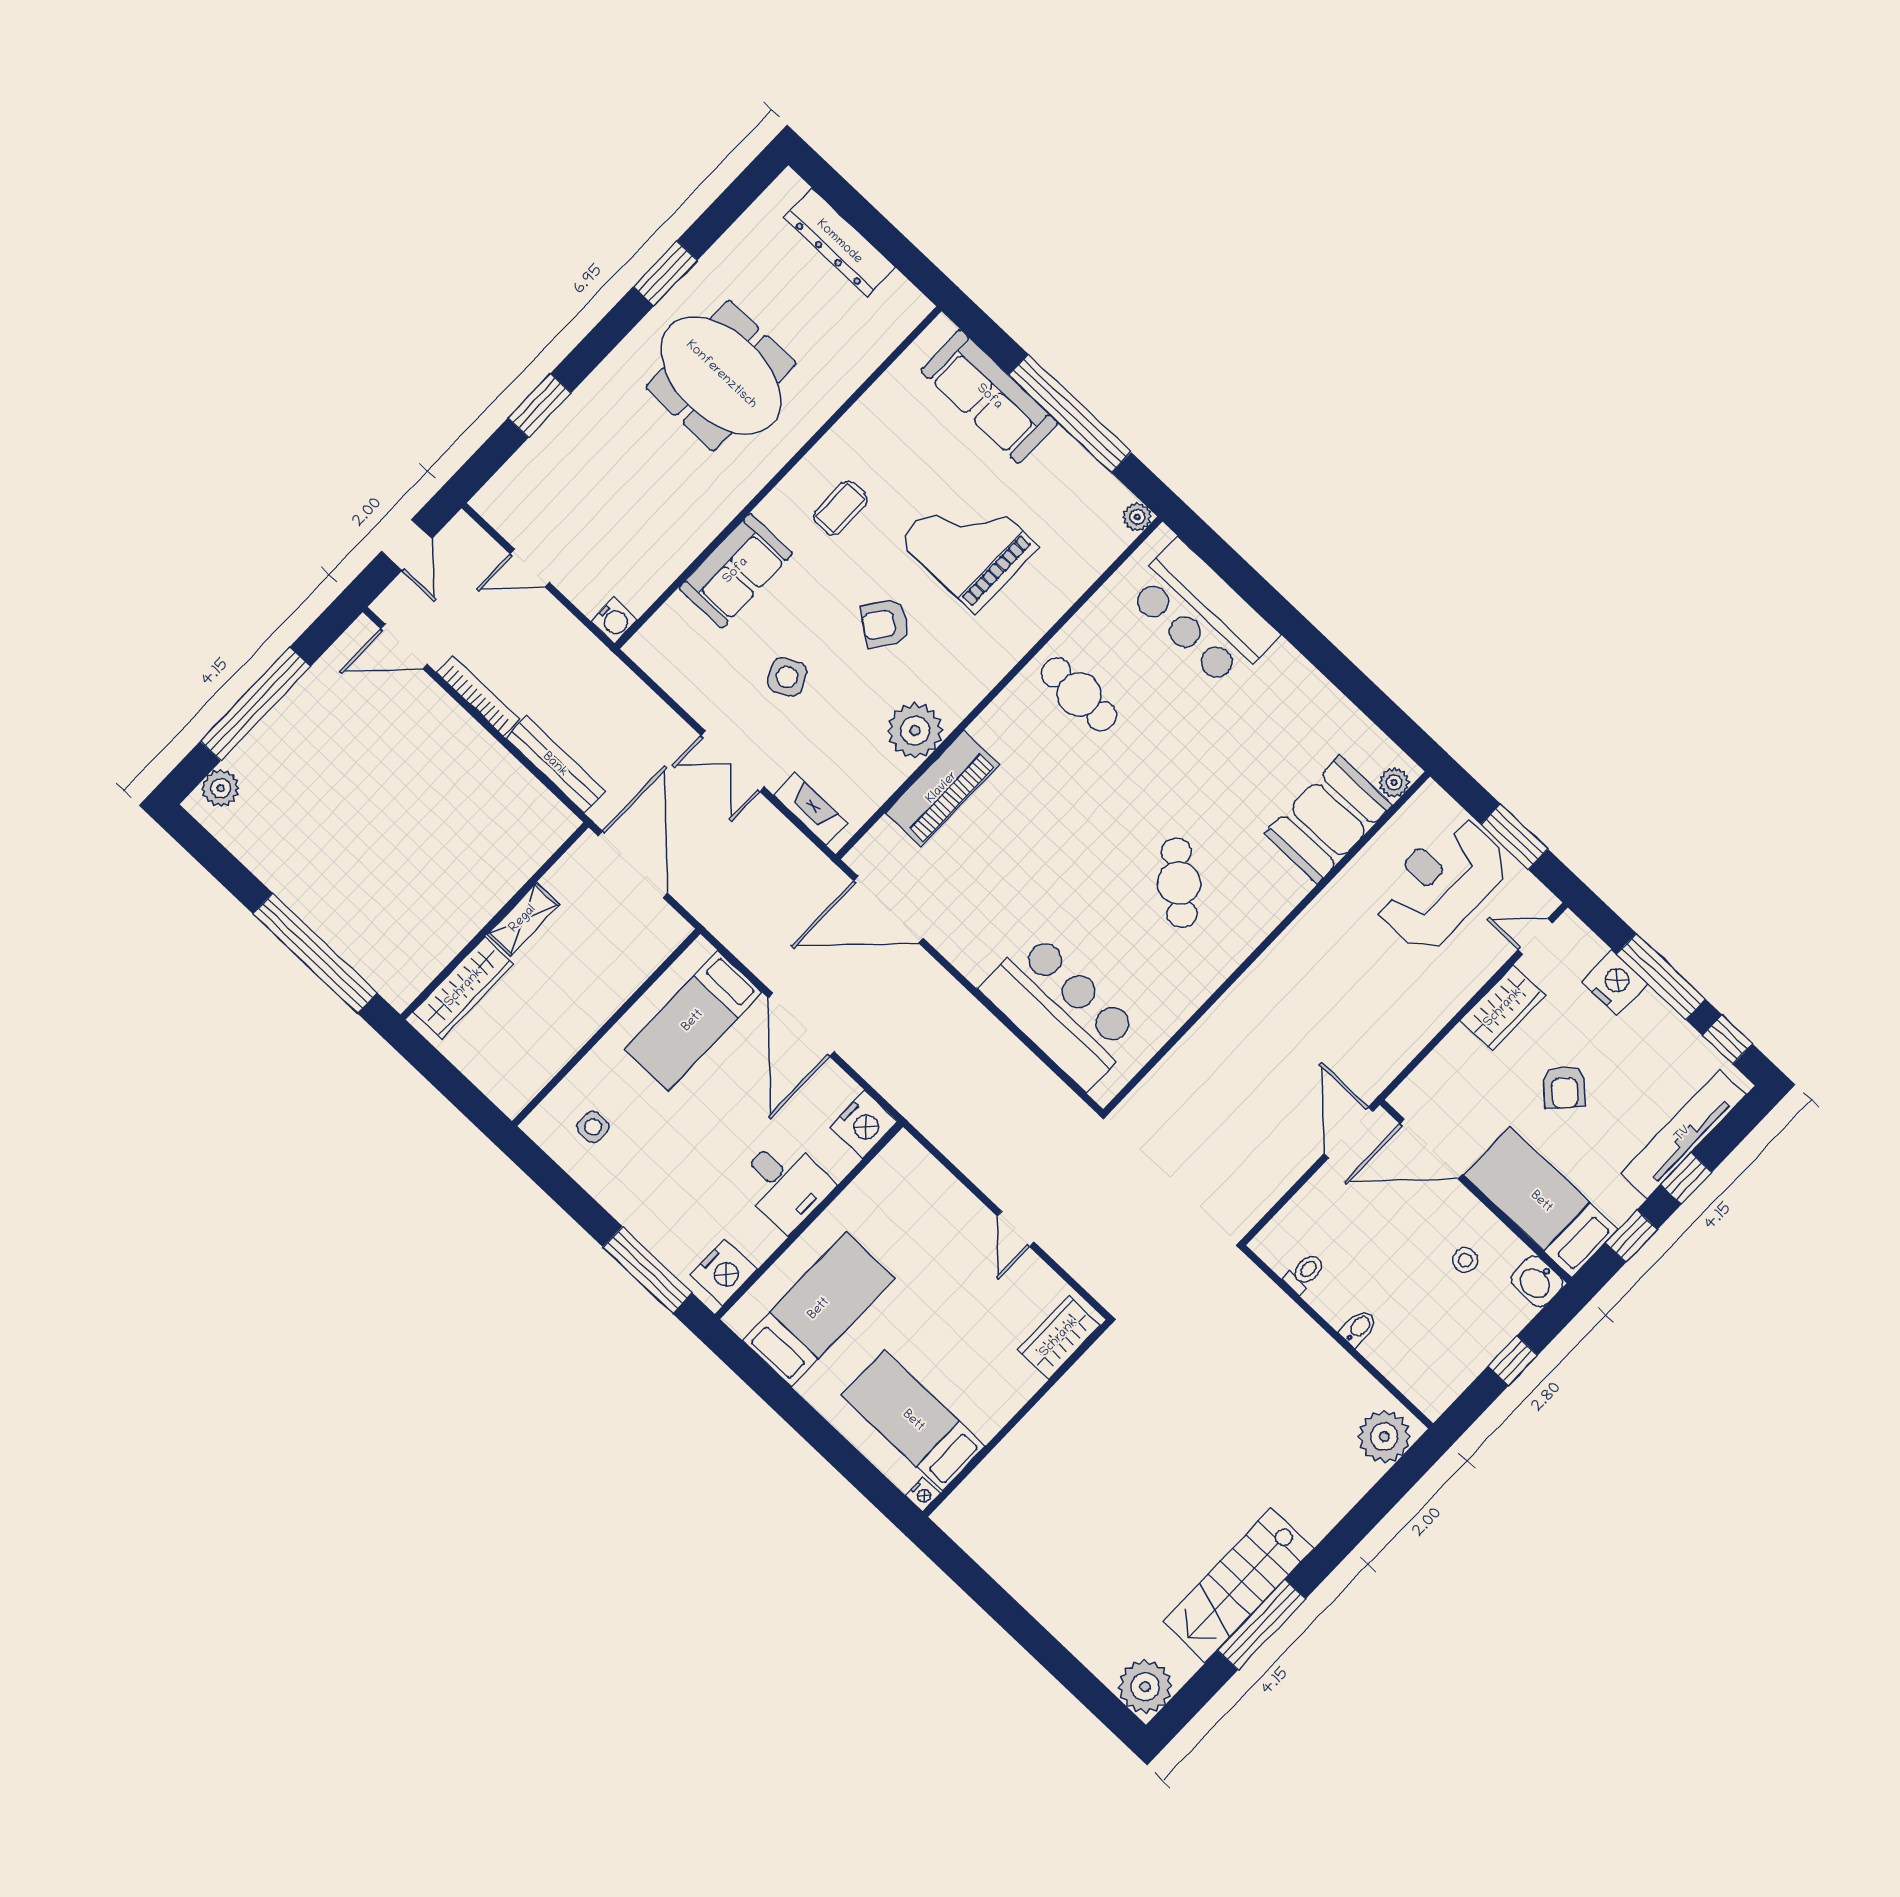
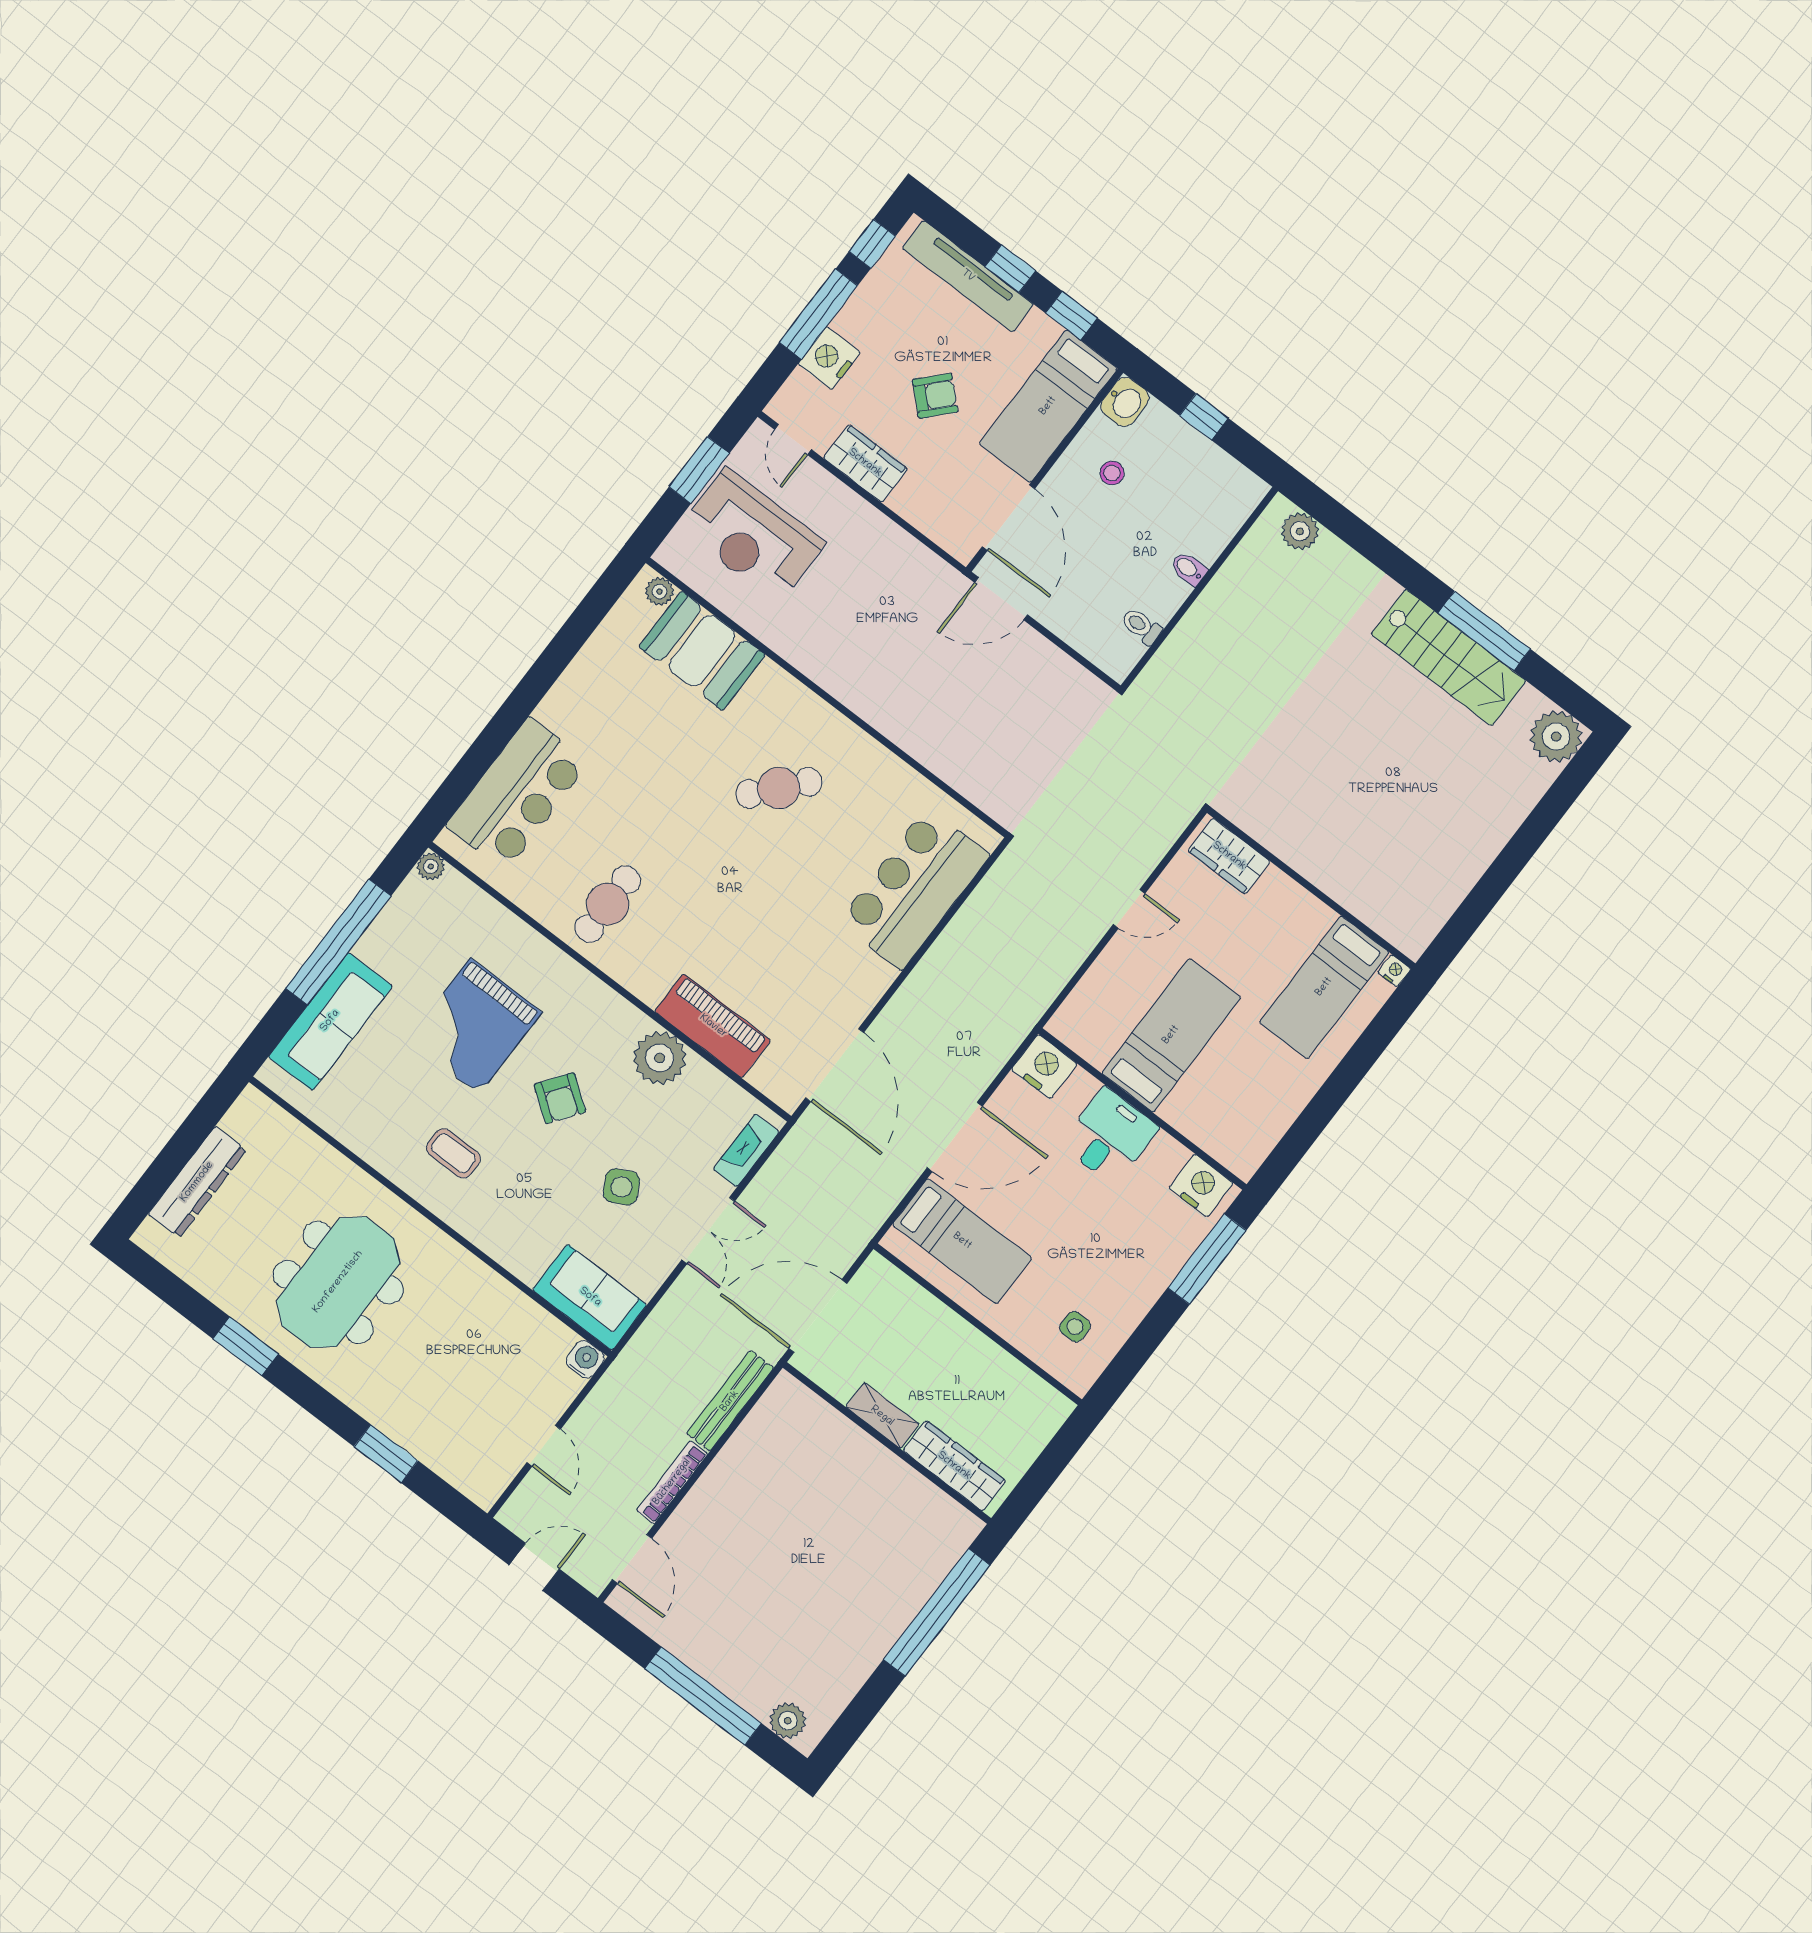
sofa: (736, 571) -> (590, 1297), moved
bed: (819, 1309) -> (1171, 1035), moved, turned 90
plant: (1384, 1437) -> (1300, 531), width x0.73, depth x0.73

